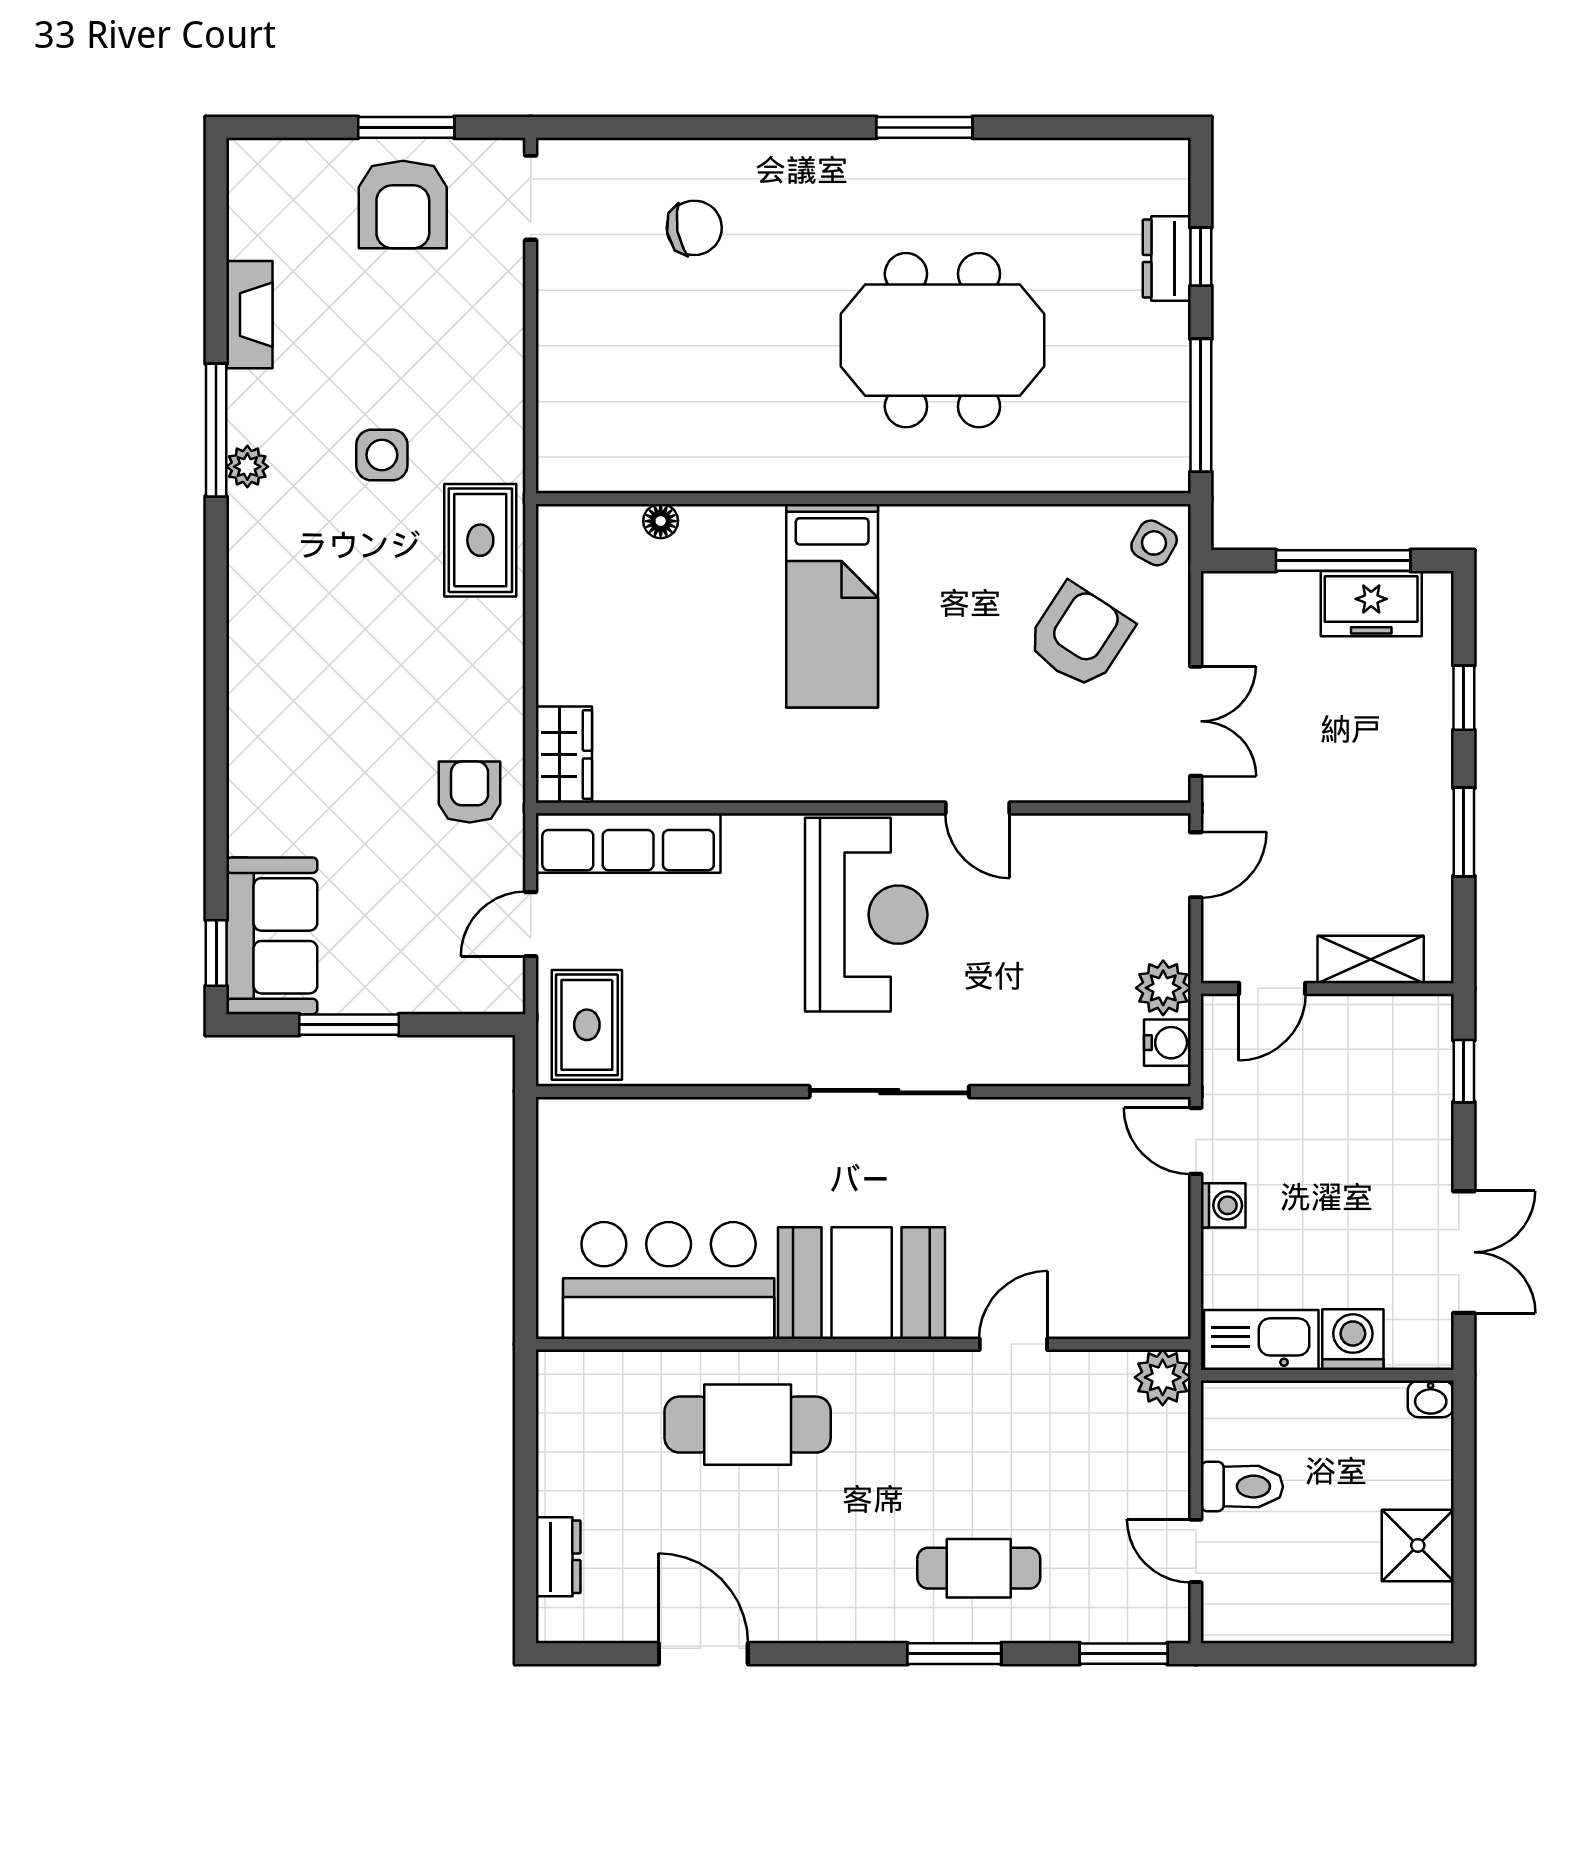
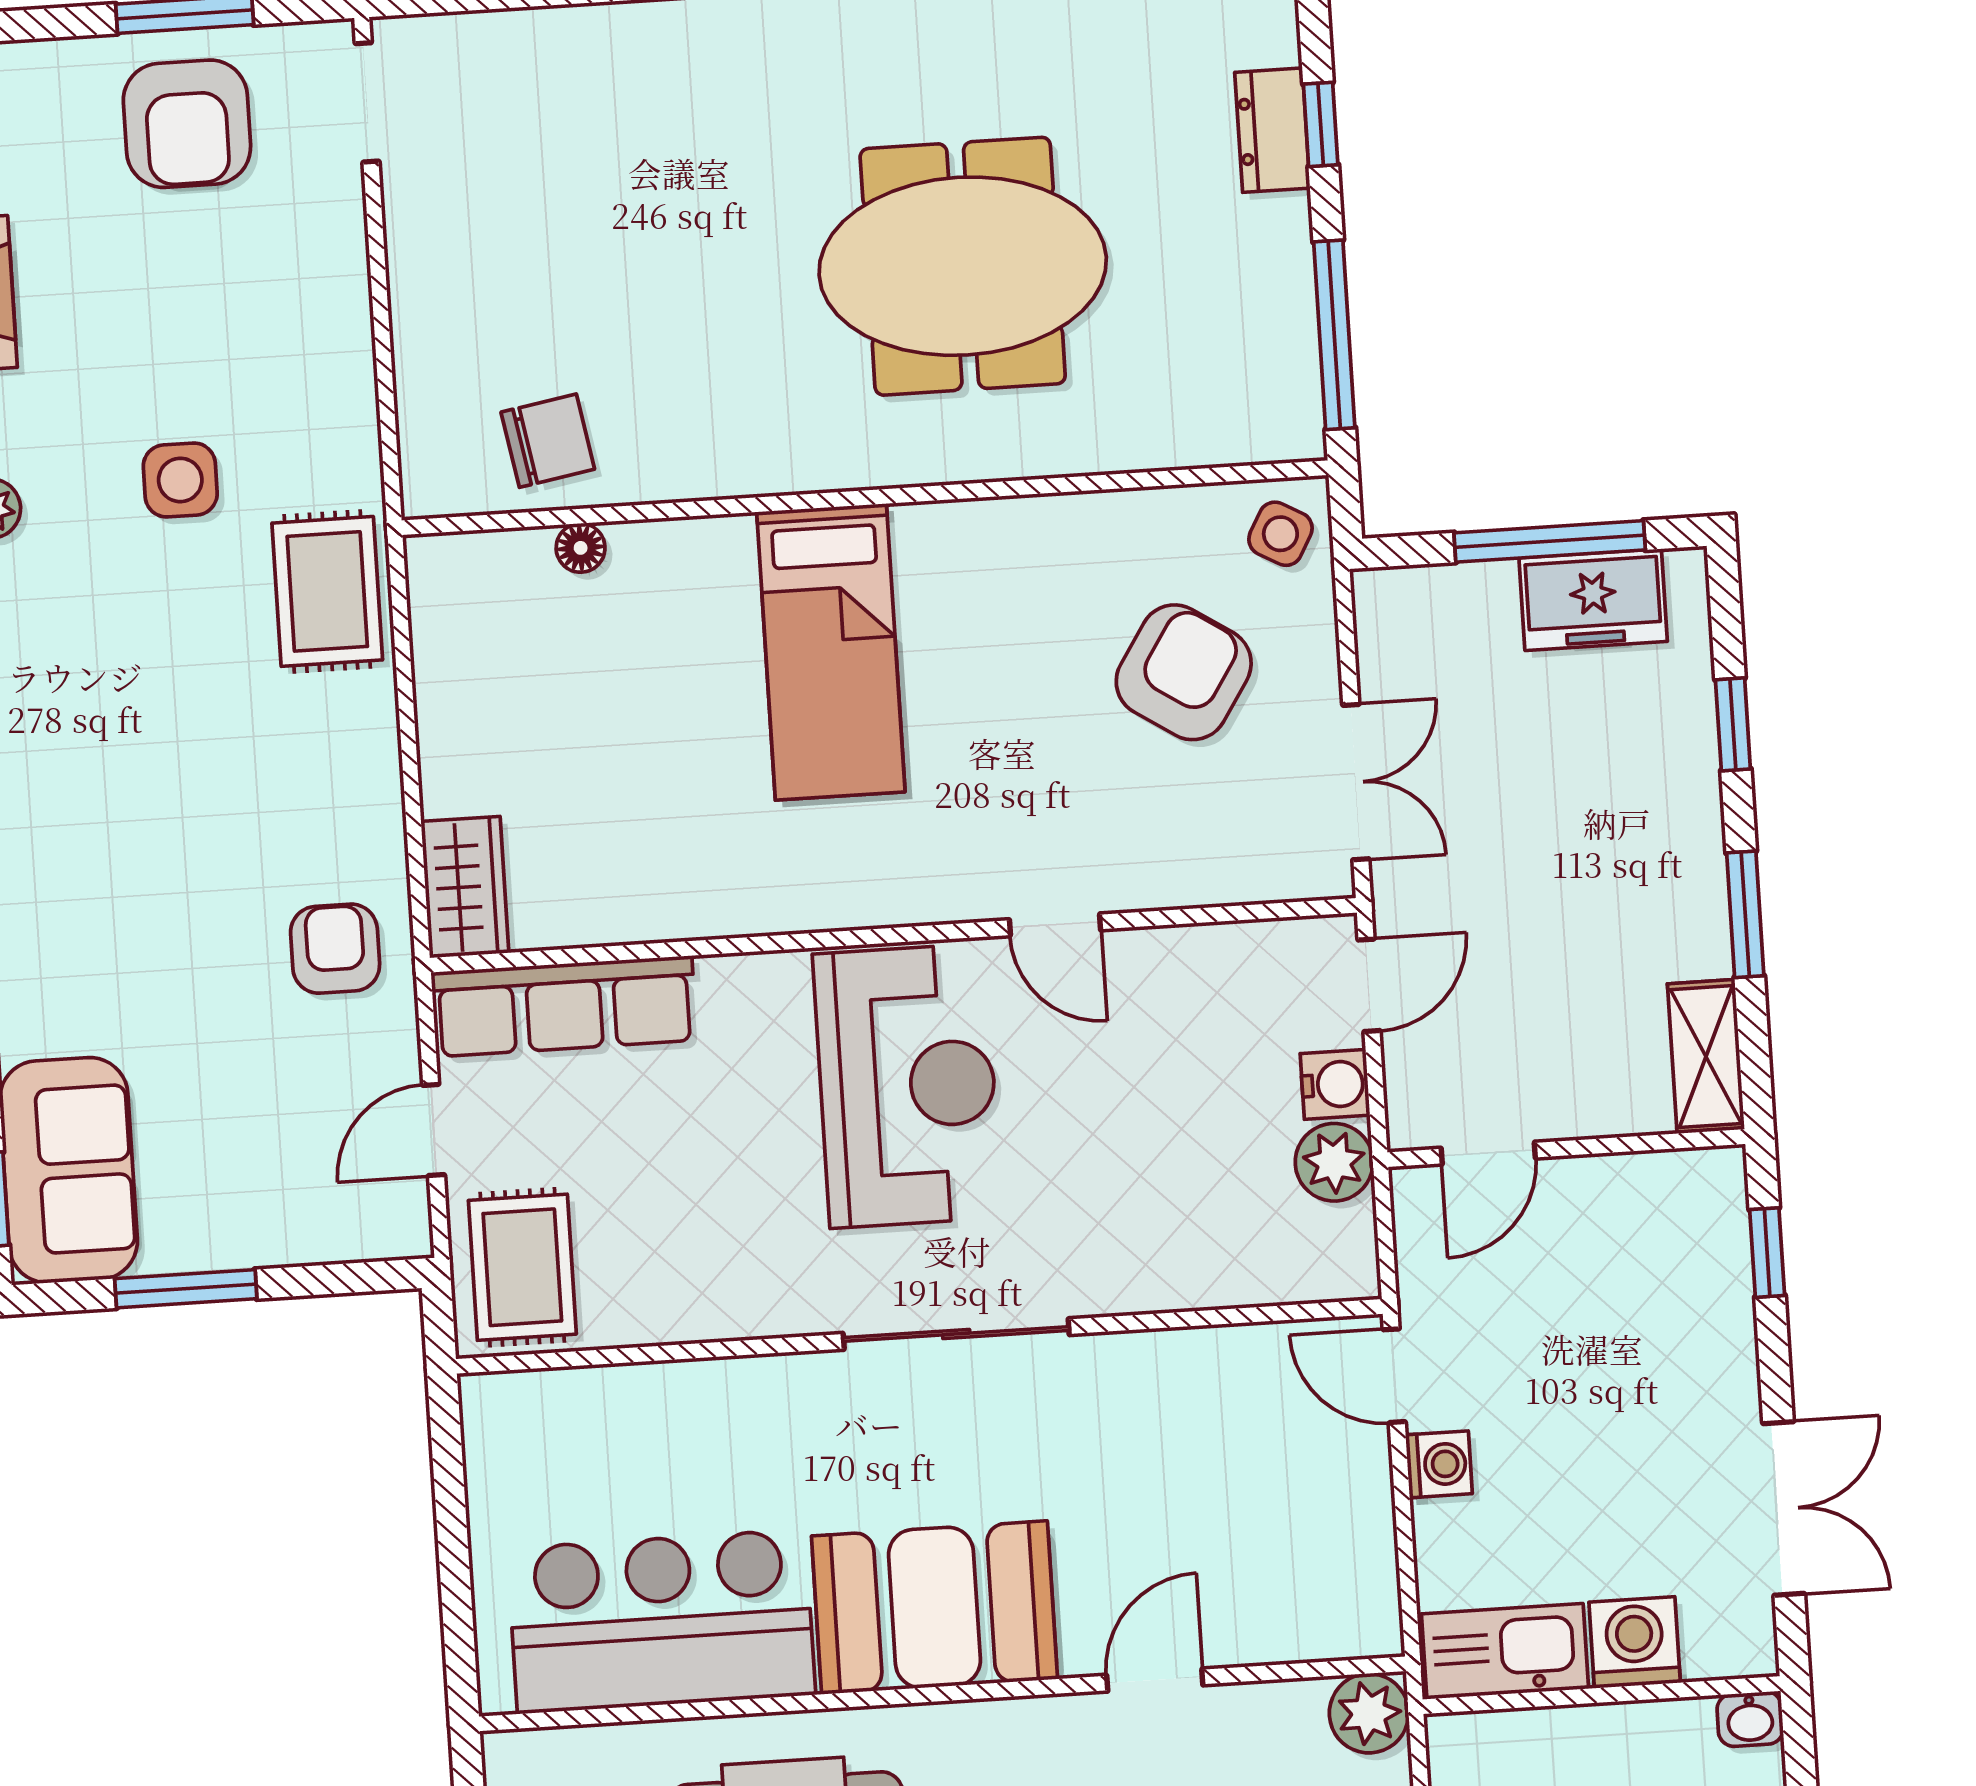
chair: (694, 228) -> (548, 441), moved
shelving: (1371, 959) -> (1706, 1057), moved, turned 90
water cooler: (1167, 1043) -> (1335, 1084), moved

